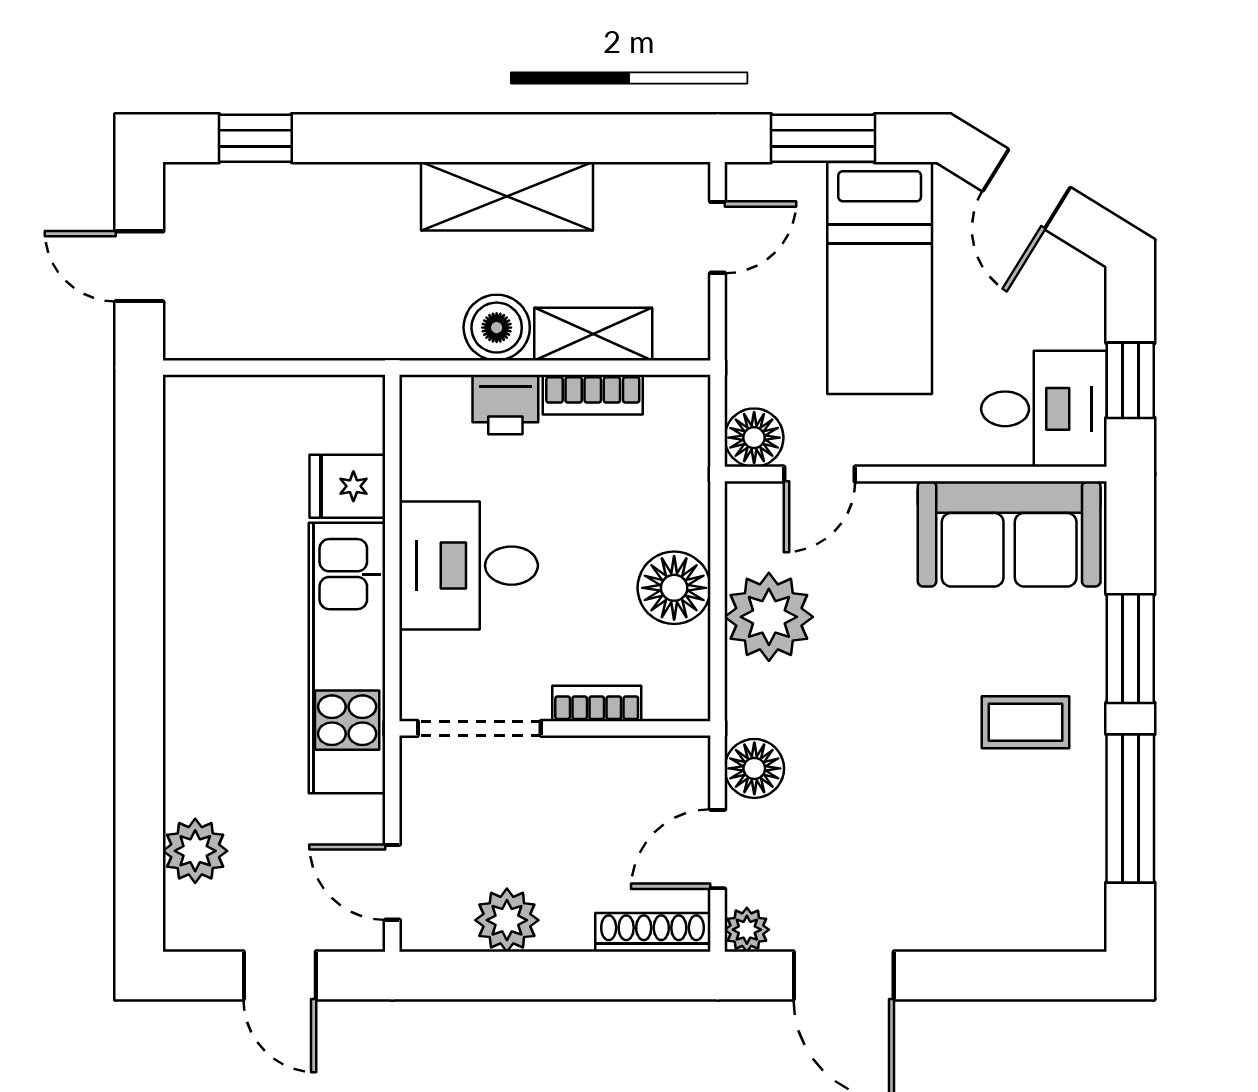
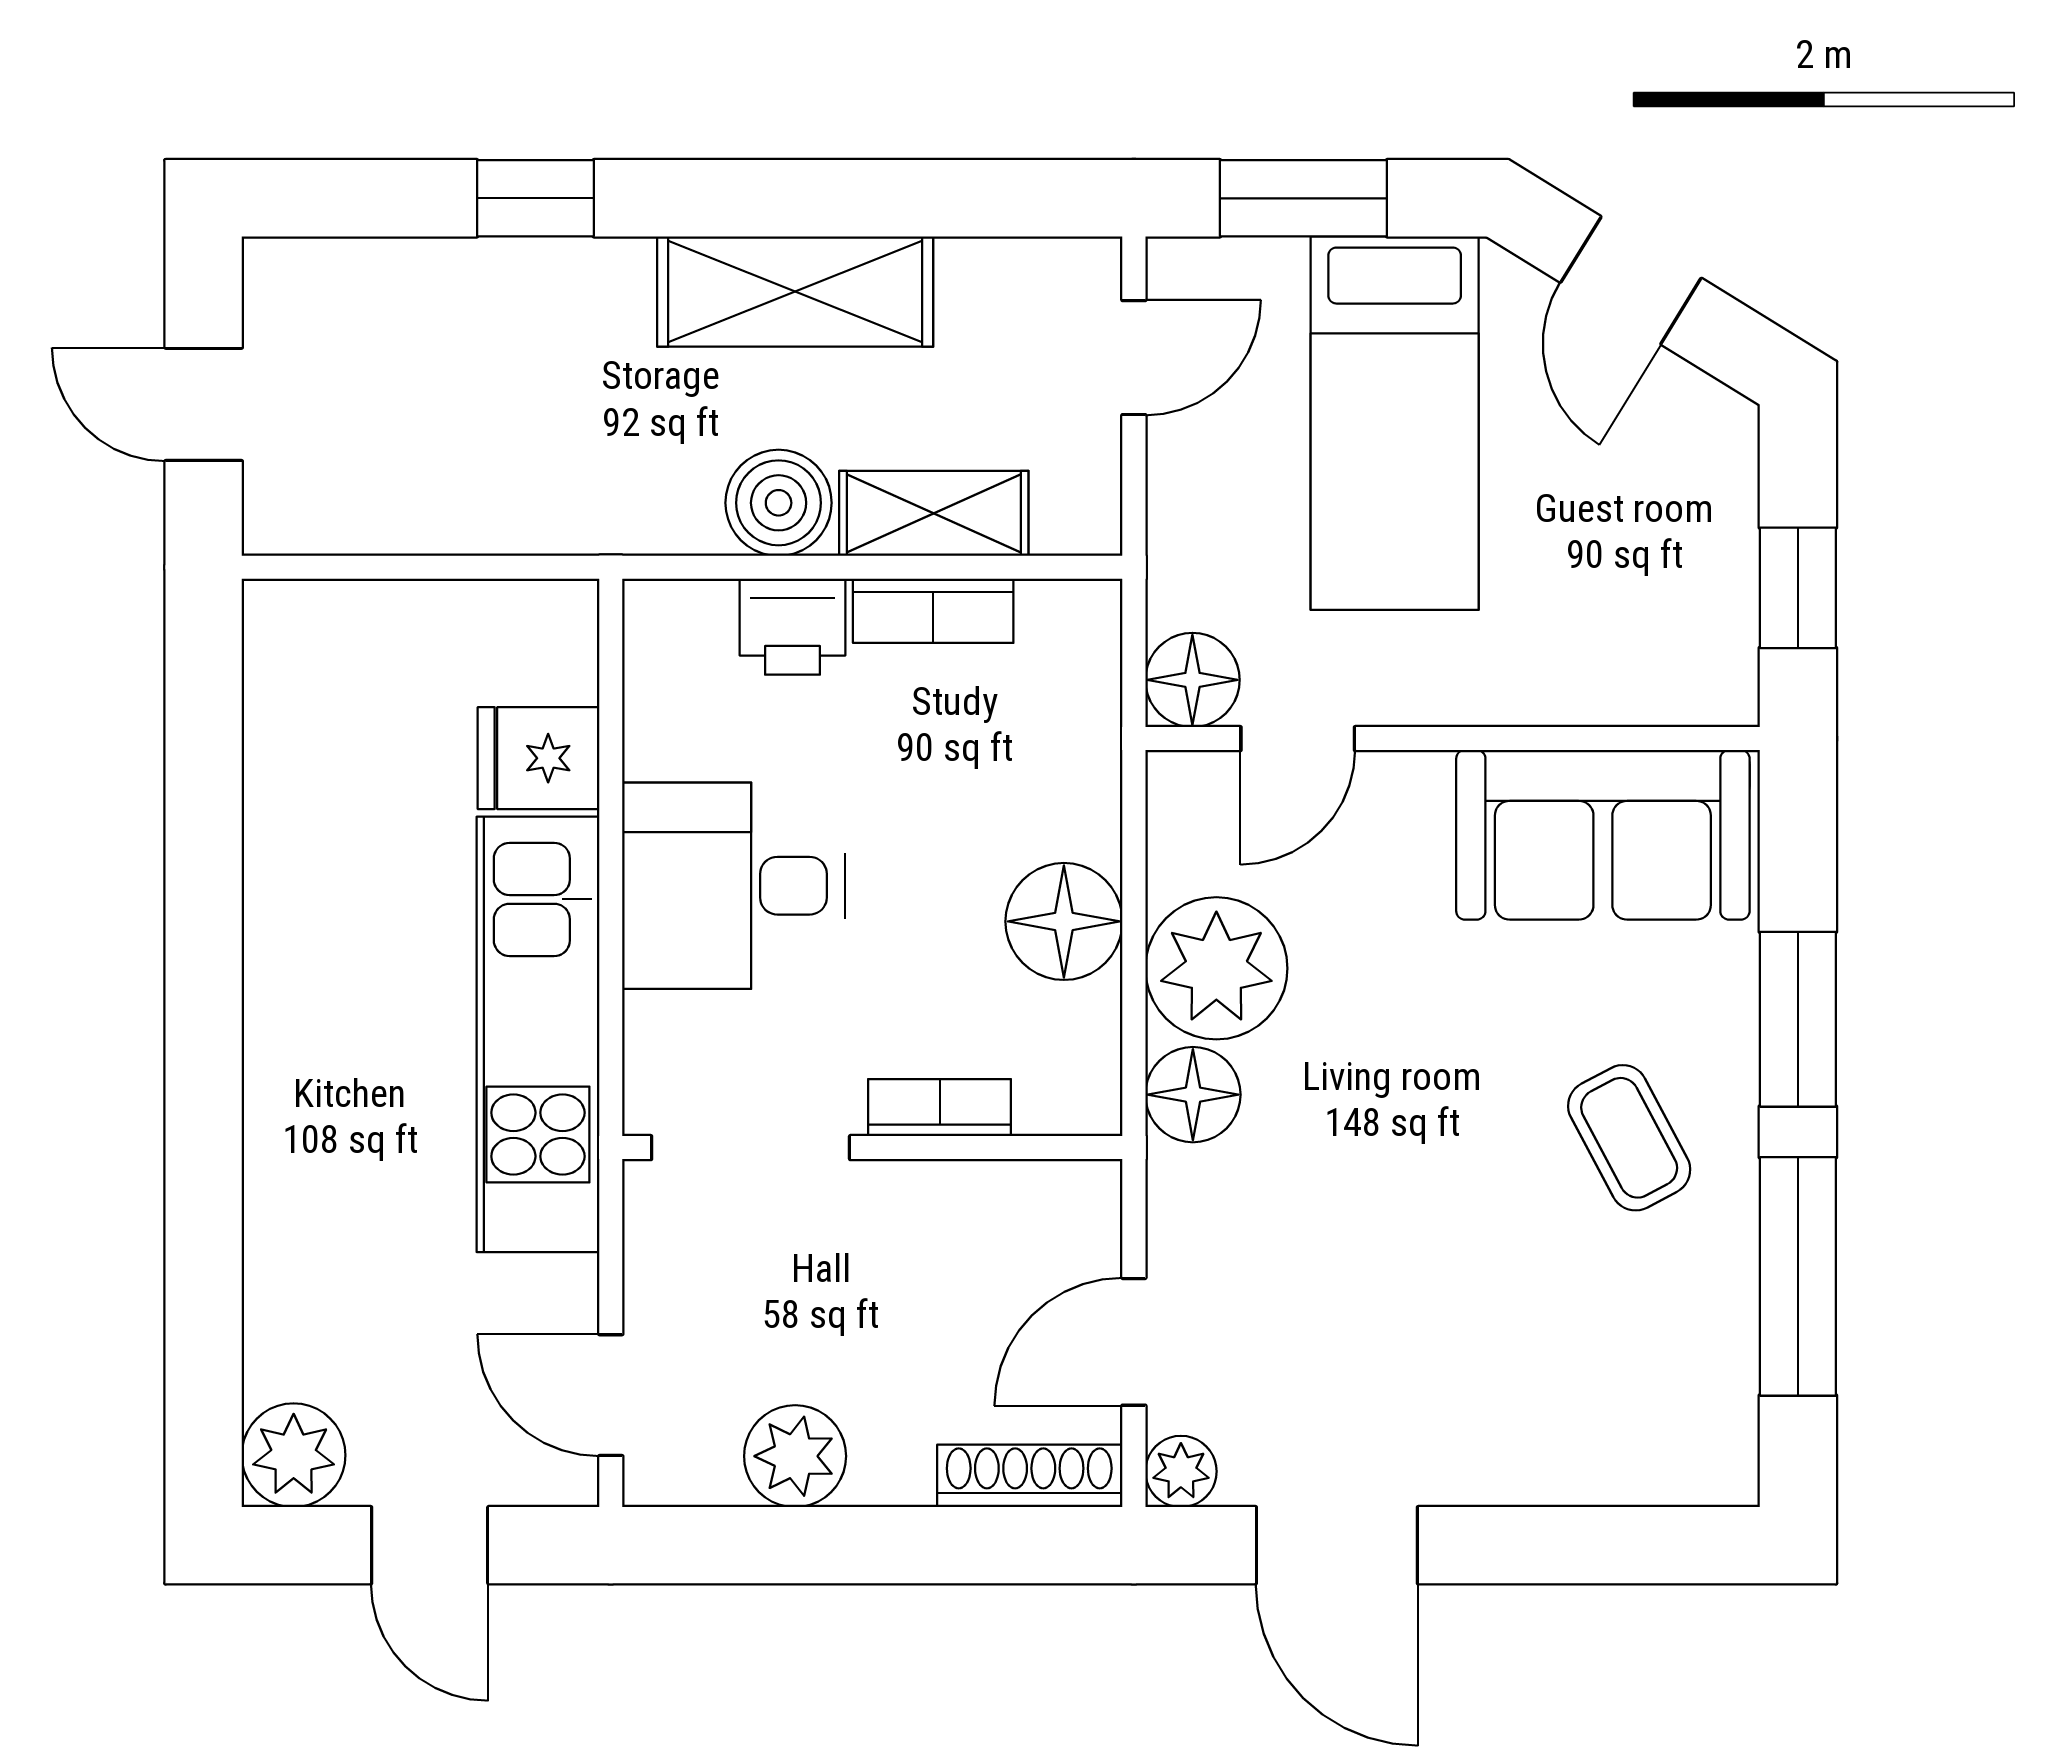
window: (255, 138) -> (535, 198), moved
desk: (1044, 409) -> (1659, 634), removed
coffee table: (1025, 722) -> (1629, 1138), turned 62
floor lamp: (754, 768) -> (1193, 1095), moved
plant: (195, 851) -> (294, 1455), moved

